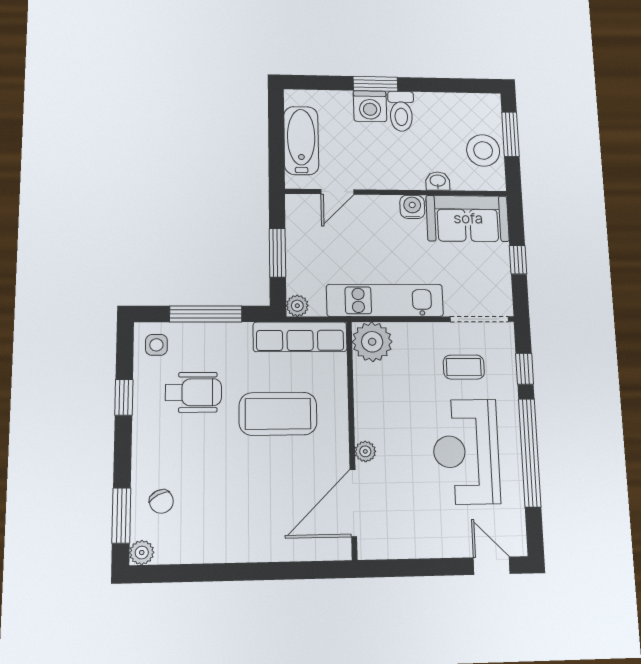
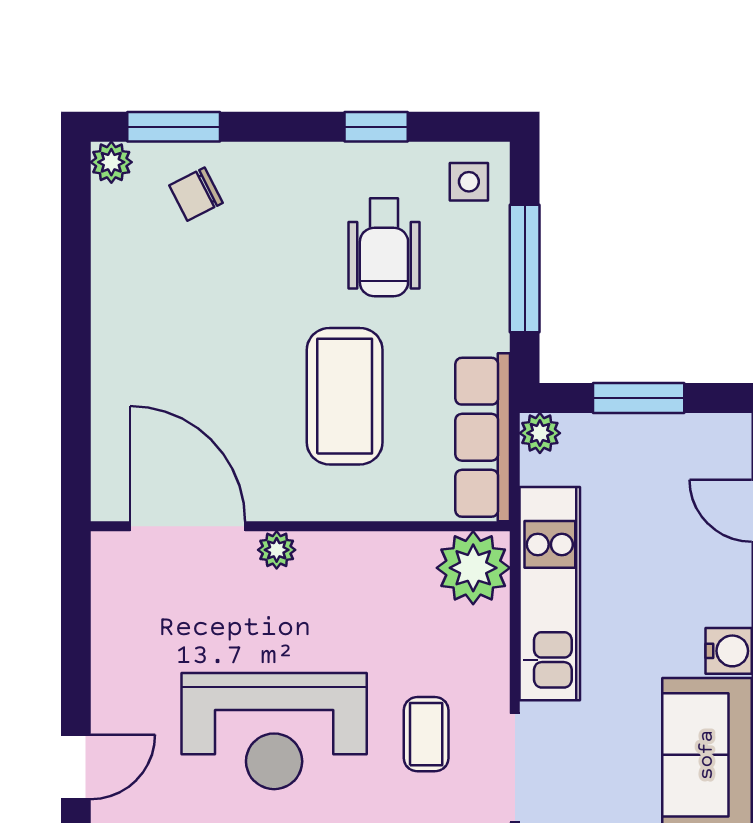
reception desk: (466, 452) -> (274, 731), turned 180

